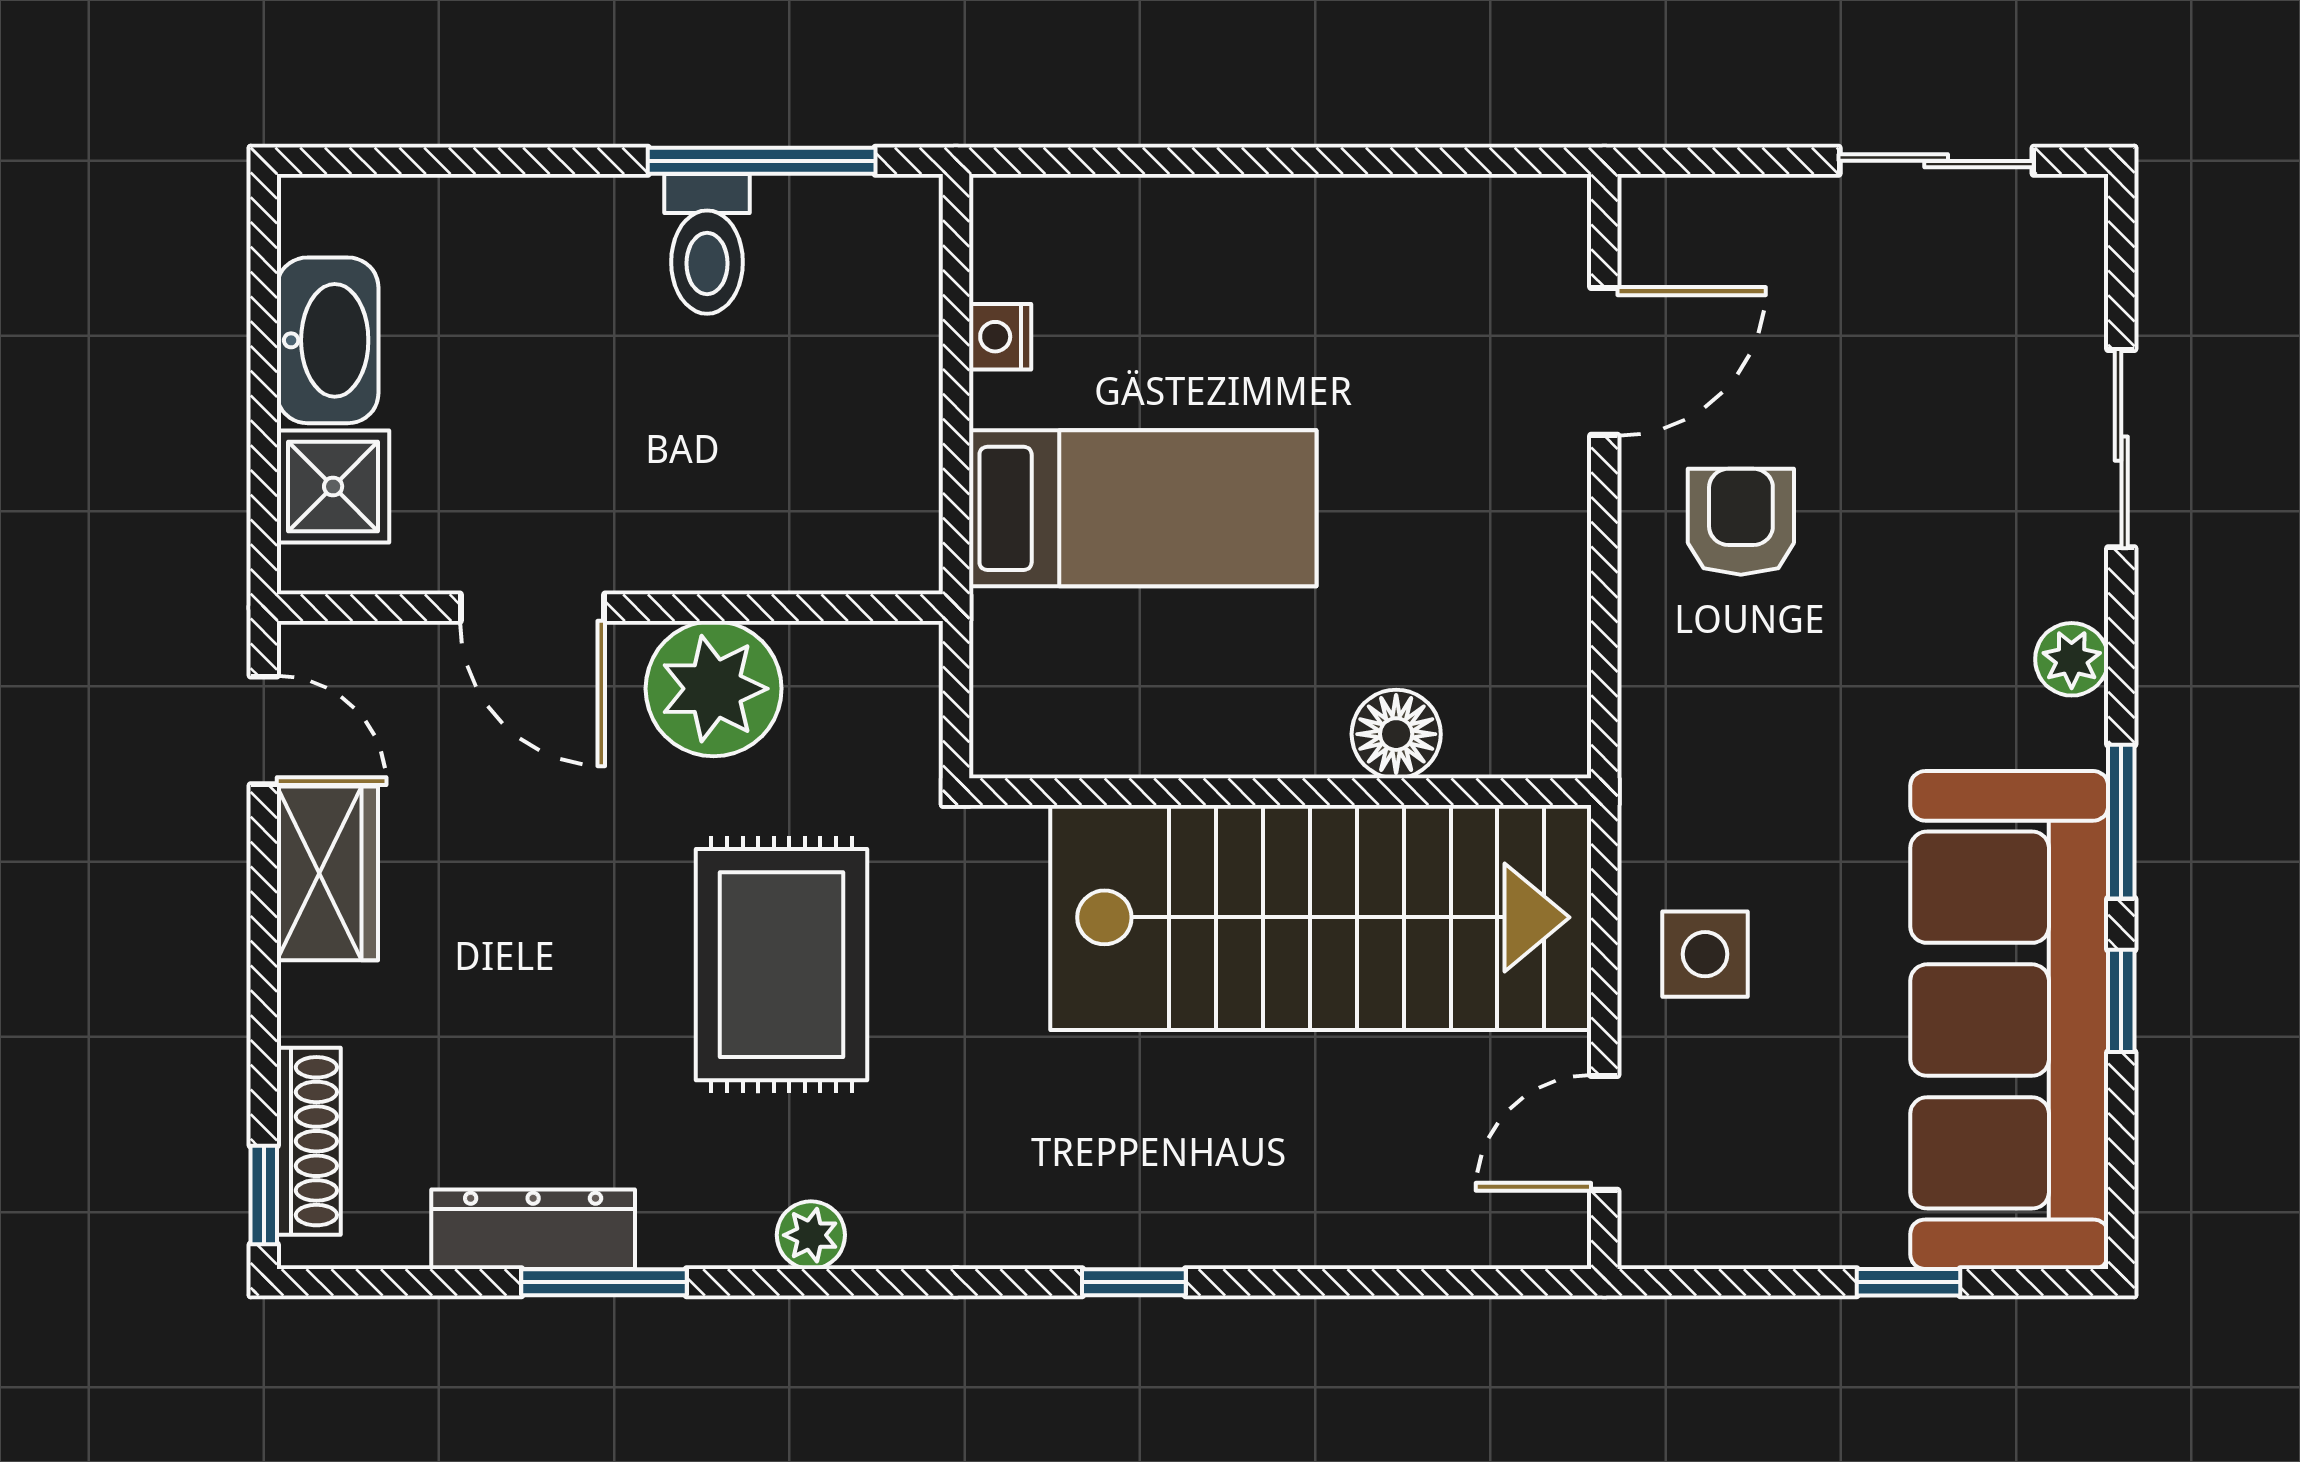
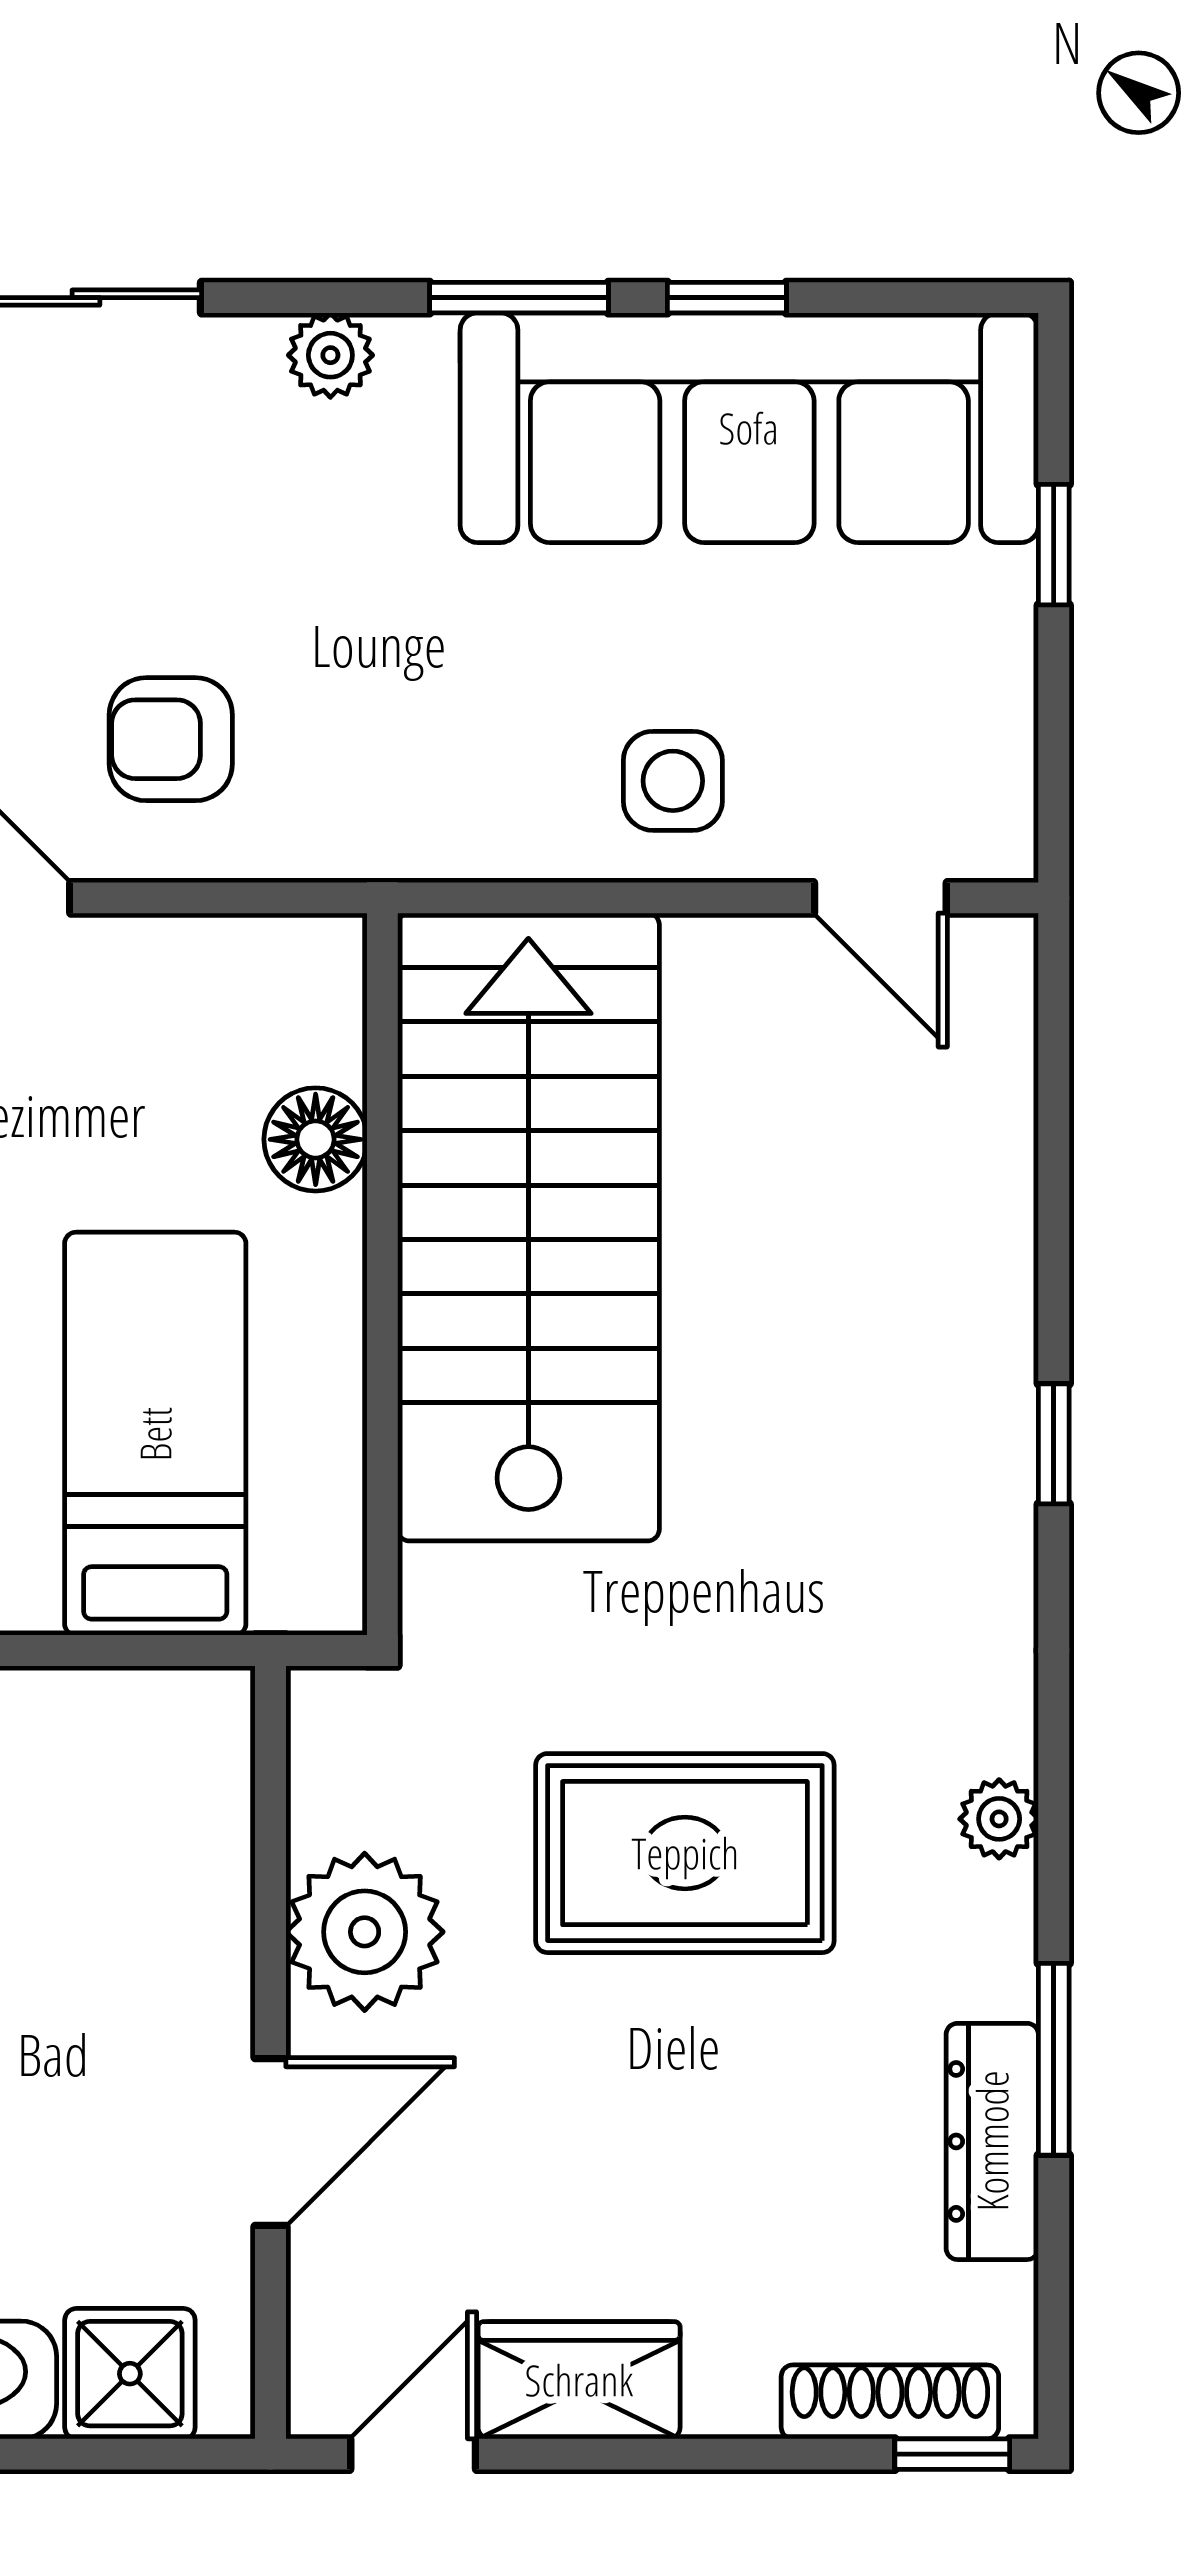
floor lamp: (1396, 734) -> (316, 1139), moved
wall: (1280, 792) -> (382, 1274), moved
stairs: (1321, 917) -> (528, 1227), moved

